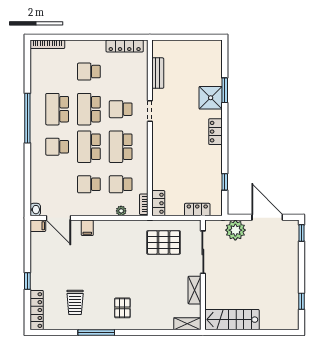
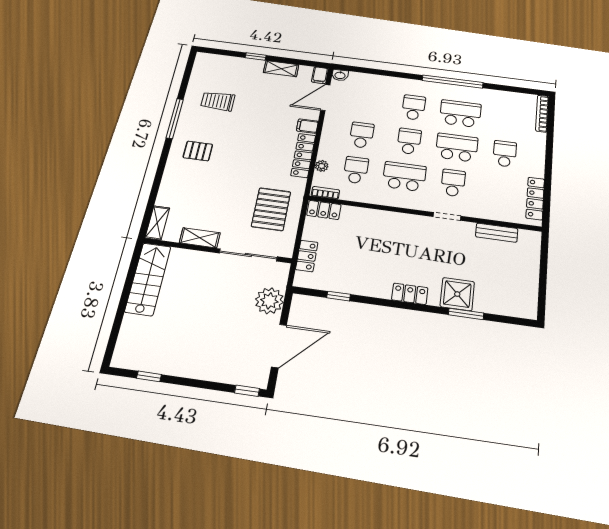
school desk: (89, 147) -> (409, 141), width x0.54
shelving: (36, 258) -> (281, 69), added
locker: (37, 310) -> (303, 155), moved, turned 90

